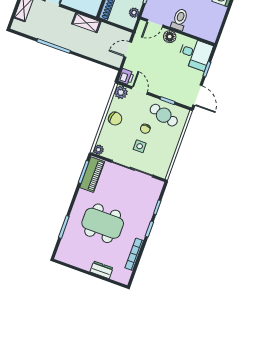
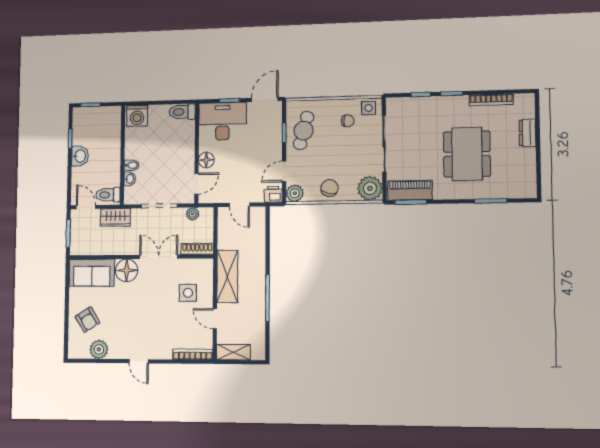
toilet: (180, 19) -> (182, 112), moved
shelving: (86, 23) -> (227, 276), width x1.50, depth x1.33
door: (155, 23) -> (196, 184), hinge flipped
desk: (195, 54) -> (222, 121), width x1.37
chair: (145, 129) -> (348, 121), moved
side table: (140, 146) -> (369, 108), moved
plant: (99, 150) -> (370, 188), width x1.88, depth x1.88

